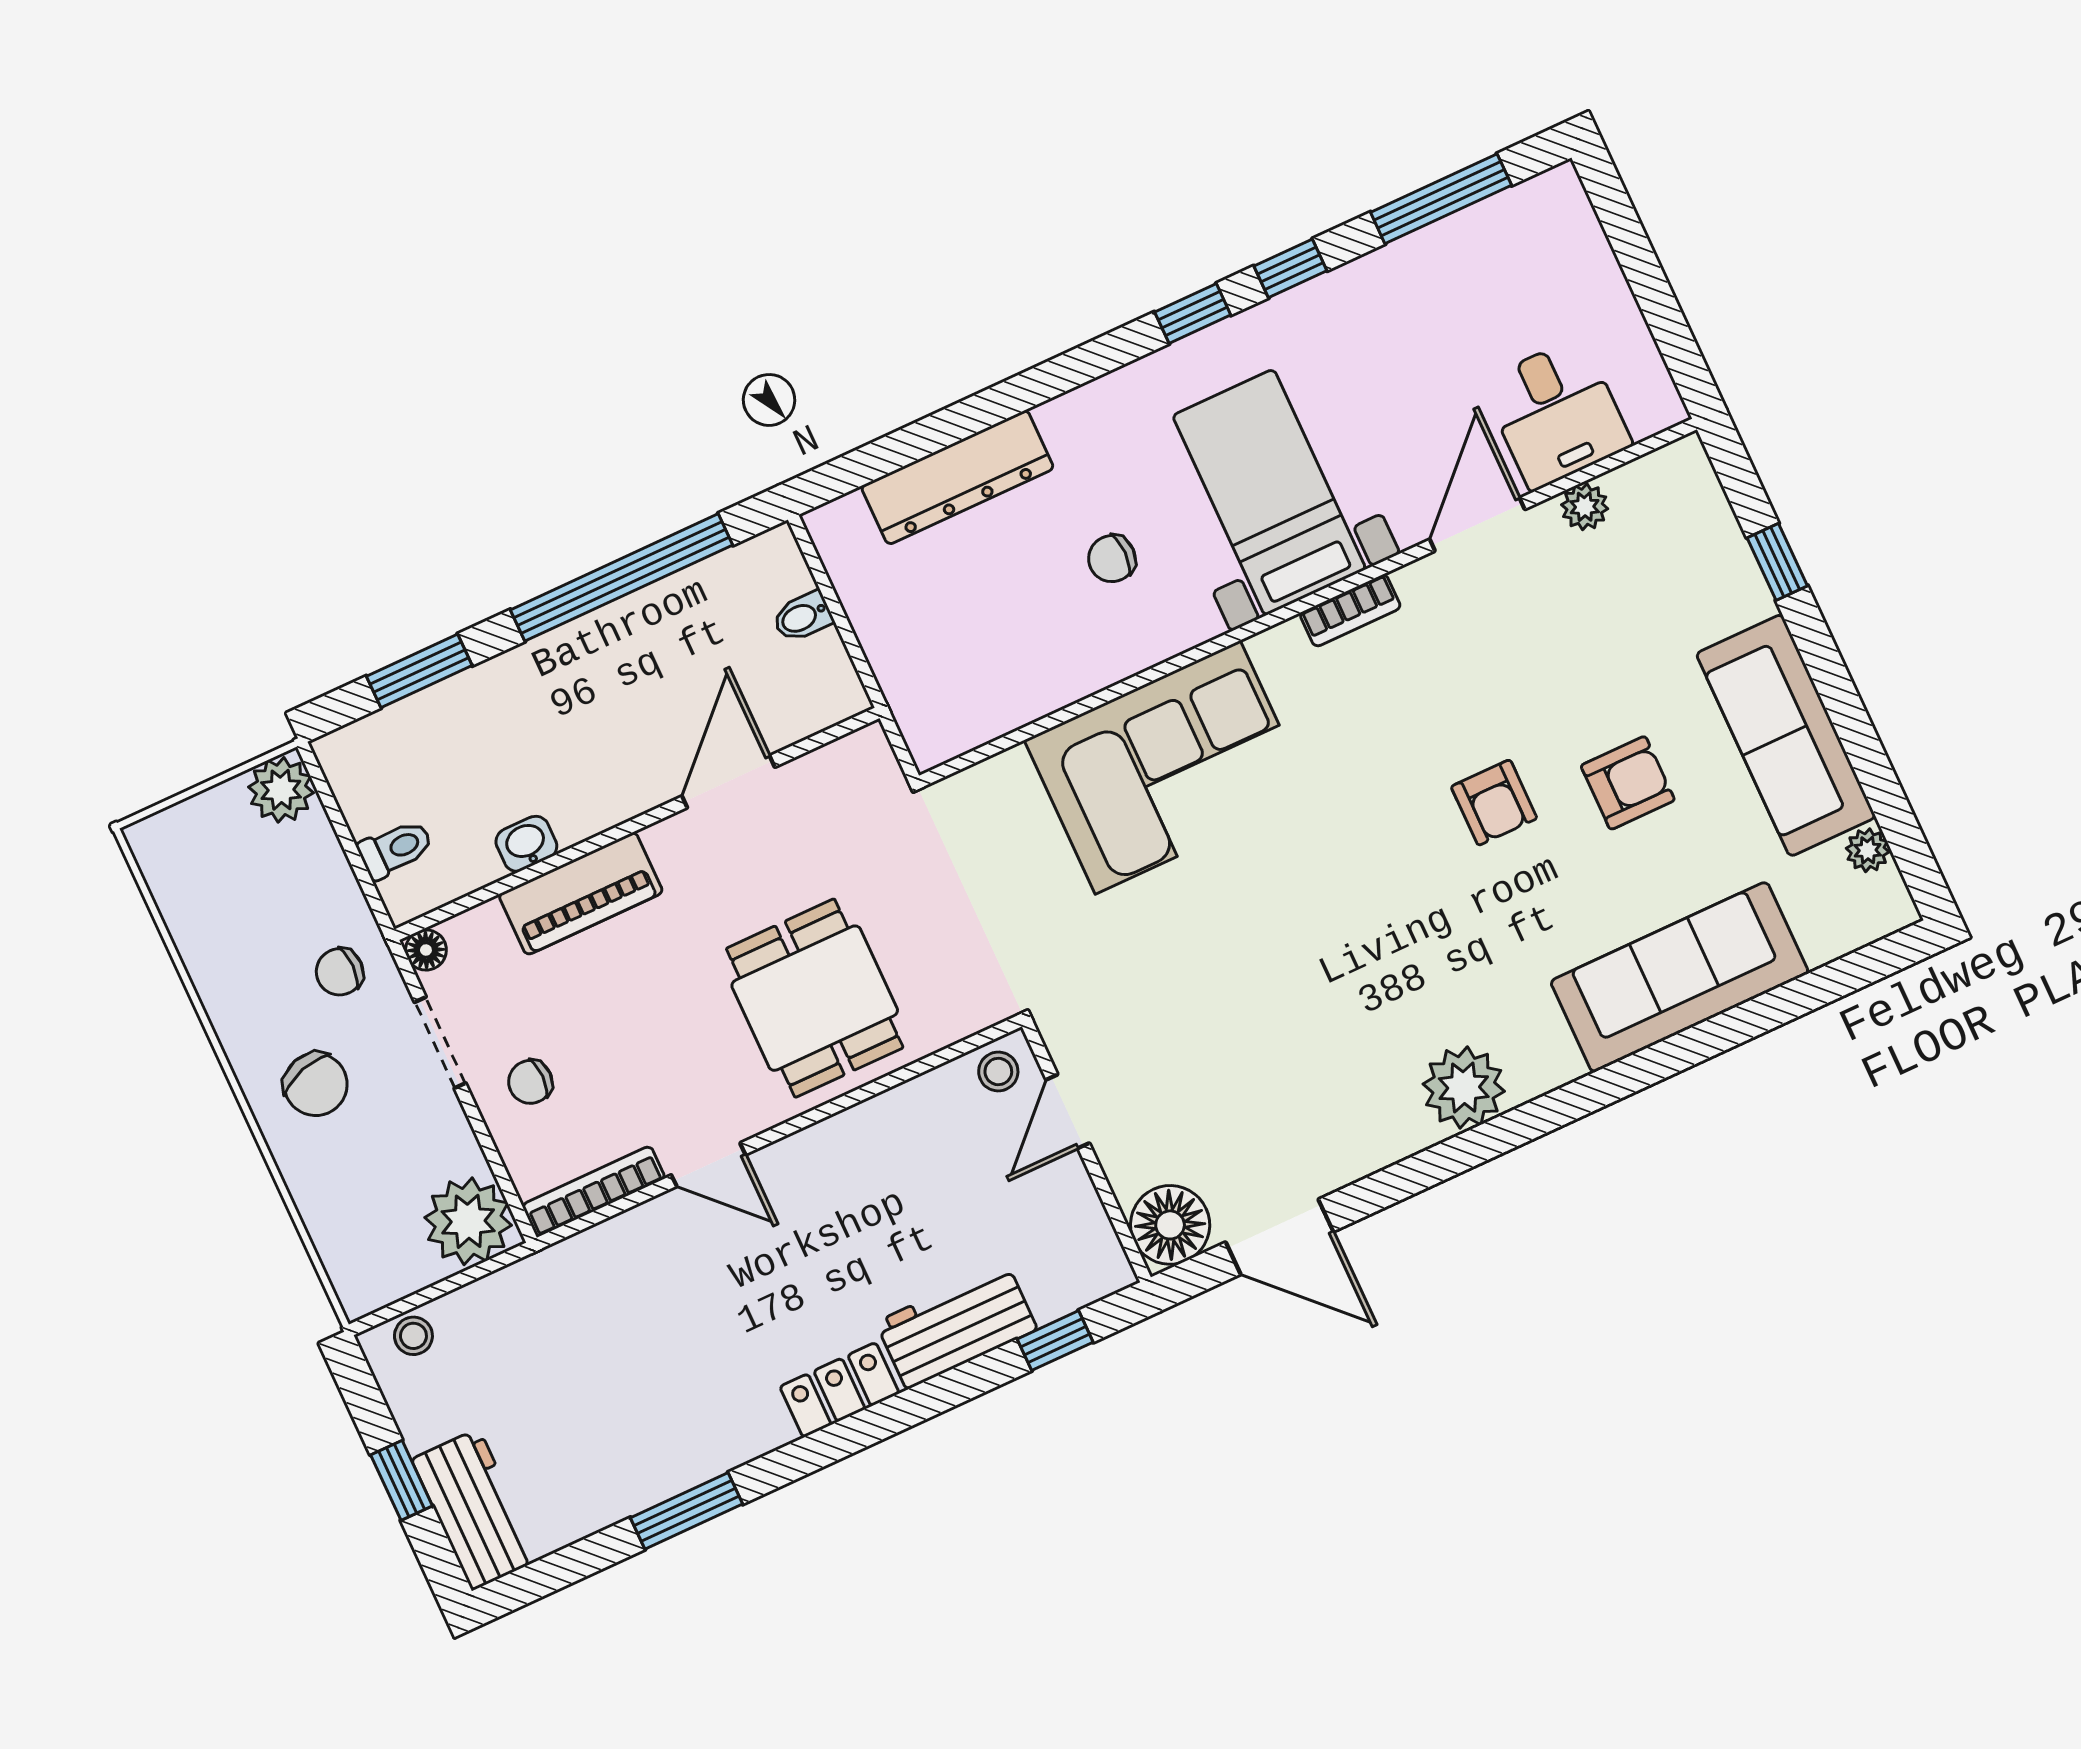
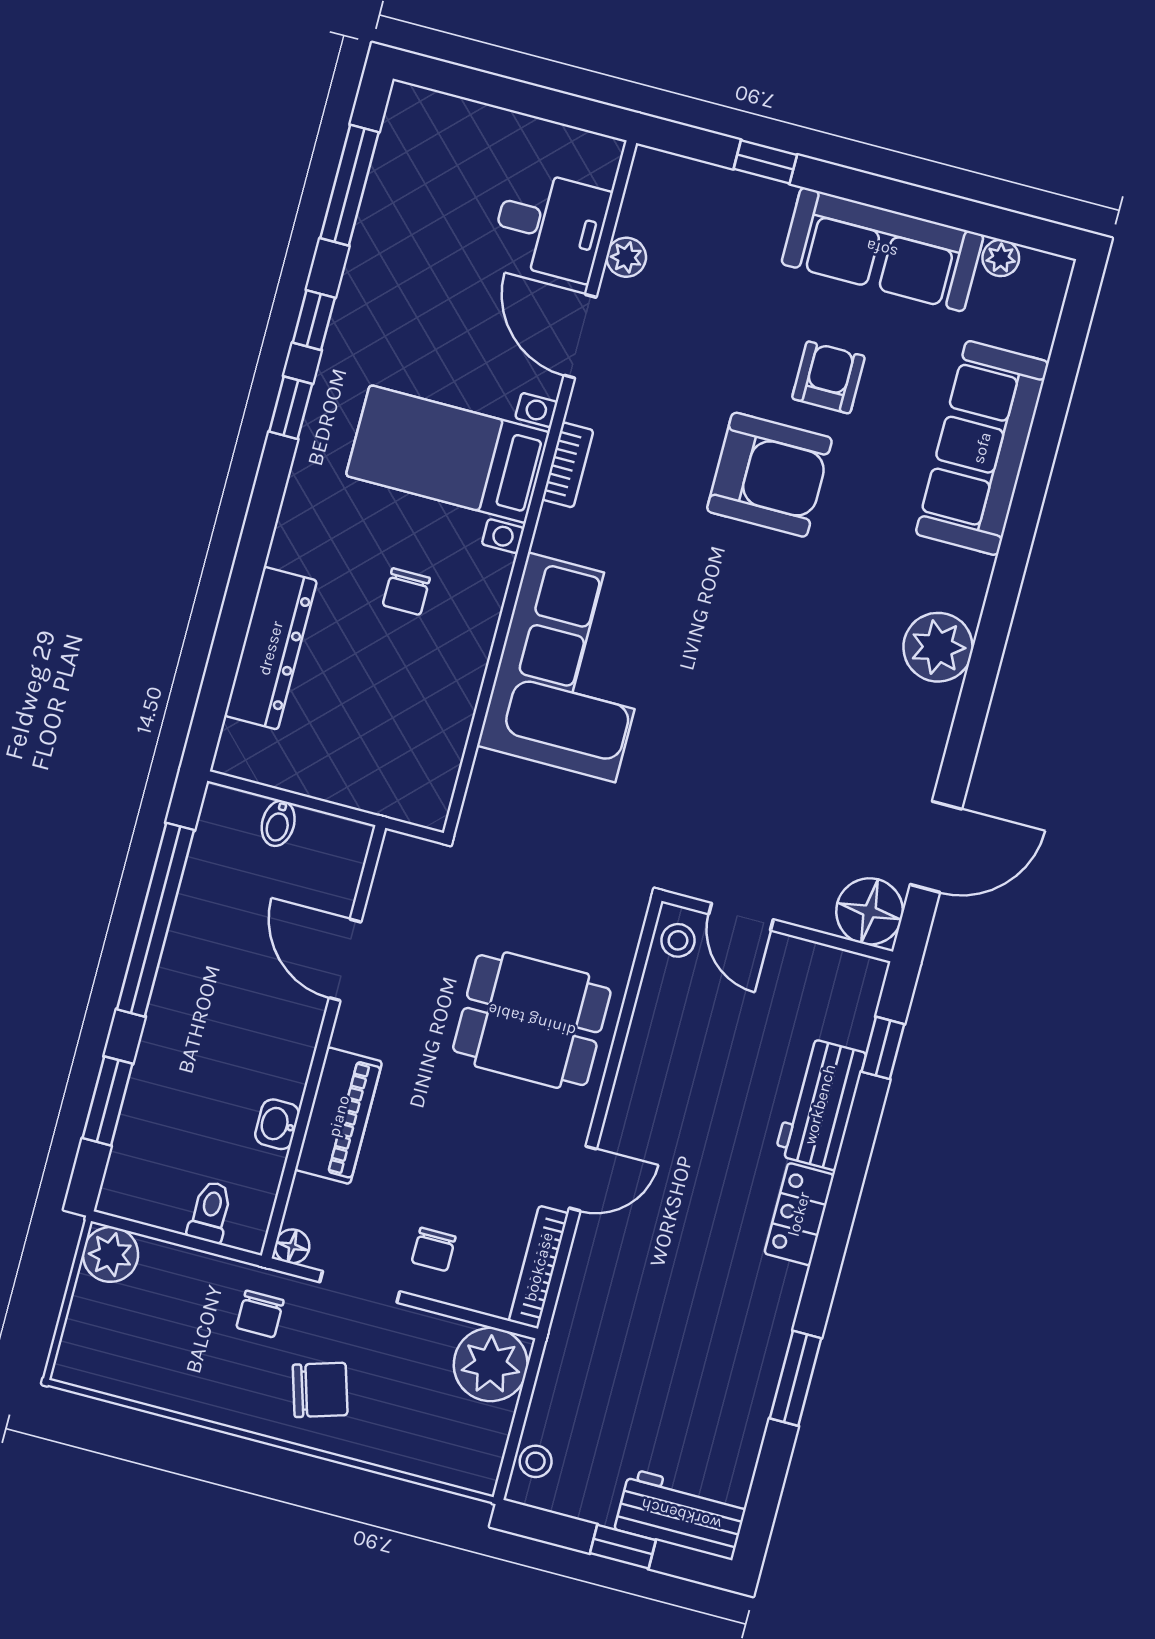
armchair: (1494, 803) -> (769, 475), width x1.88, depth x1.88

